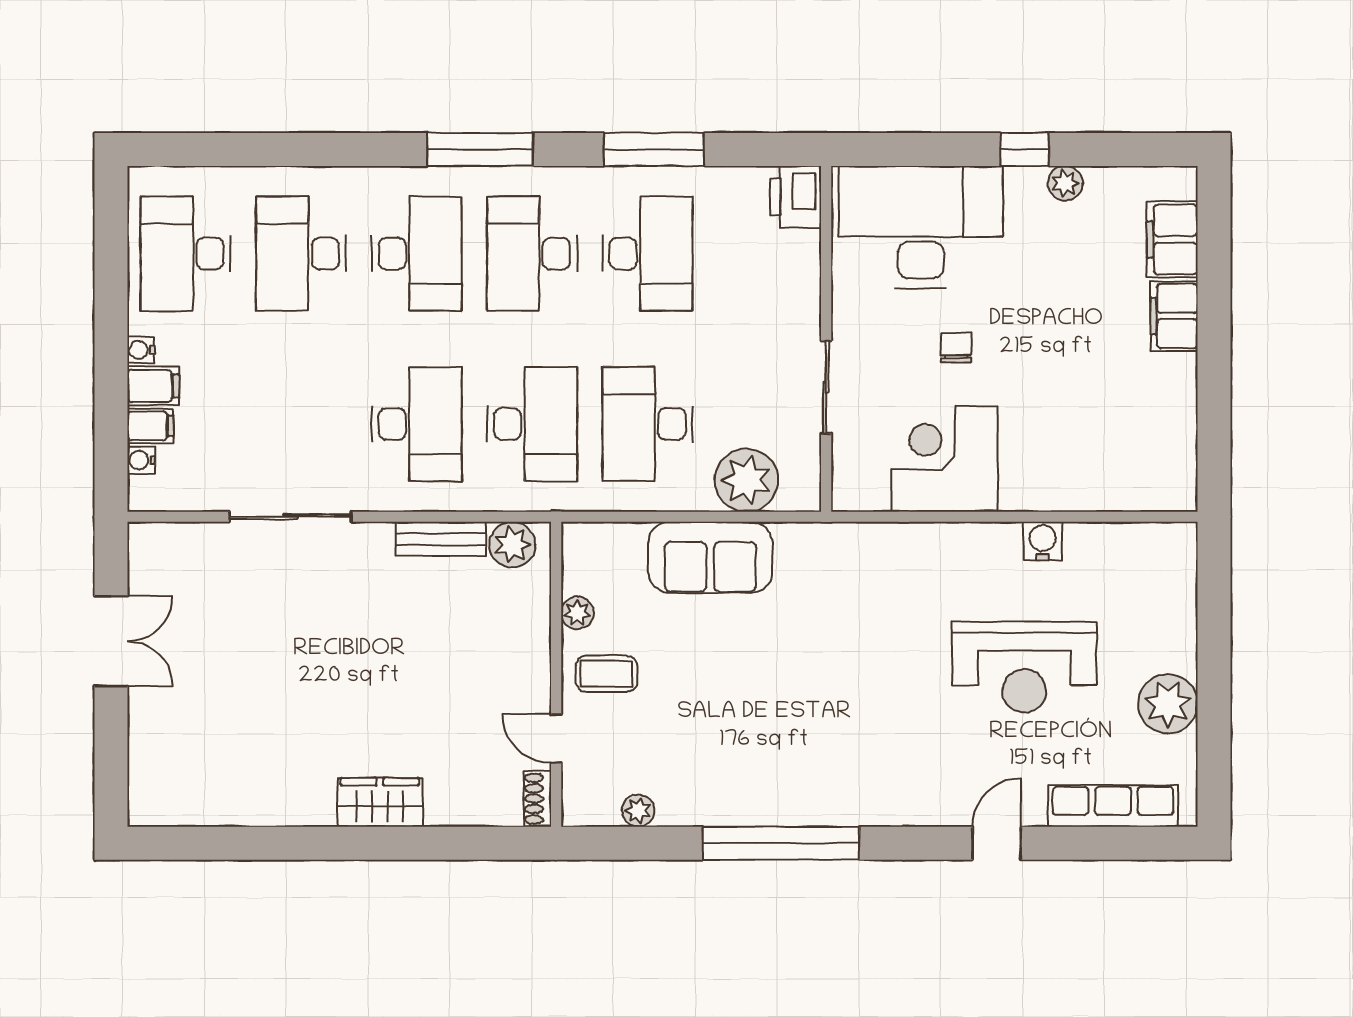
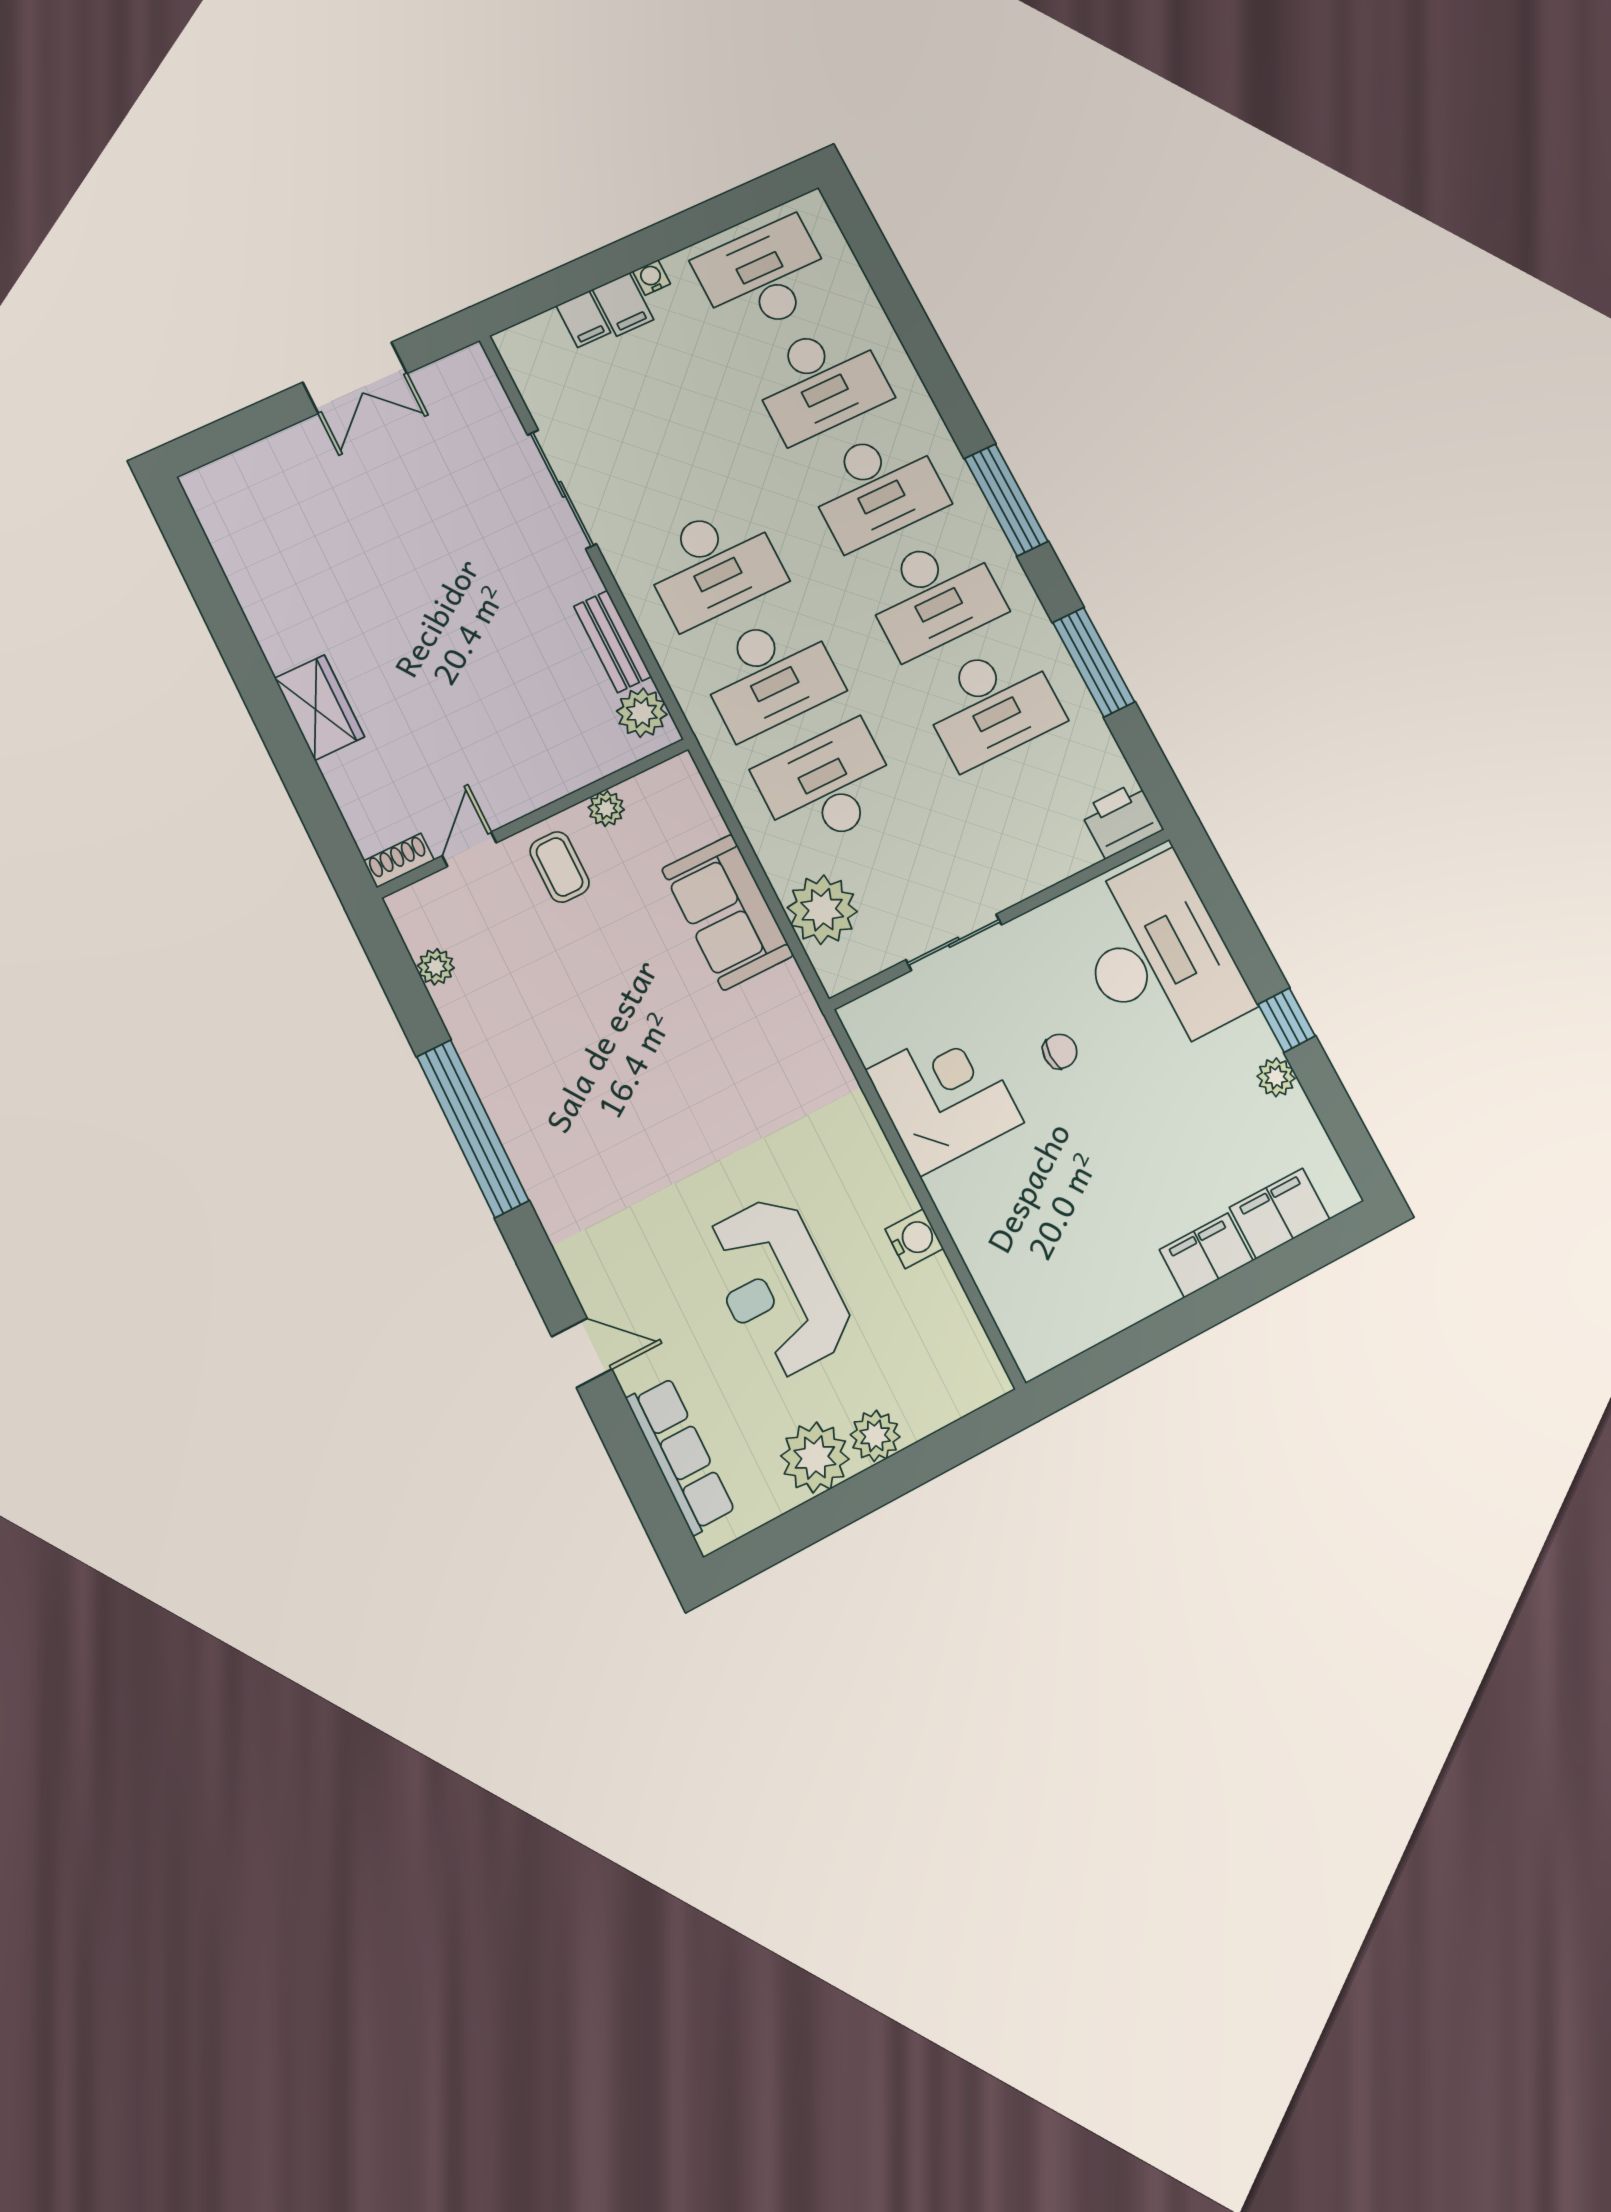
desk: (301, 254) -> (820, 382), turned 180
desk: (532, 254) -> (934, 596), turned 180
water cooler: (141, 460) -> (546, 326), removed
plant: (1176, 649) -> (875, 1436), added

